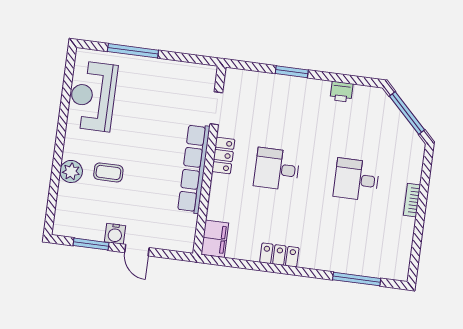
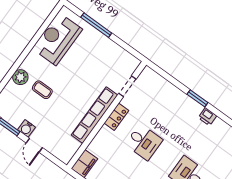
window: (292, 72) -> (197, 98), moved
desk: (277, 169) -> (144, 142), turned 180

